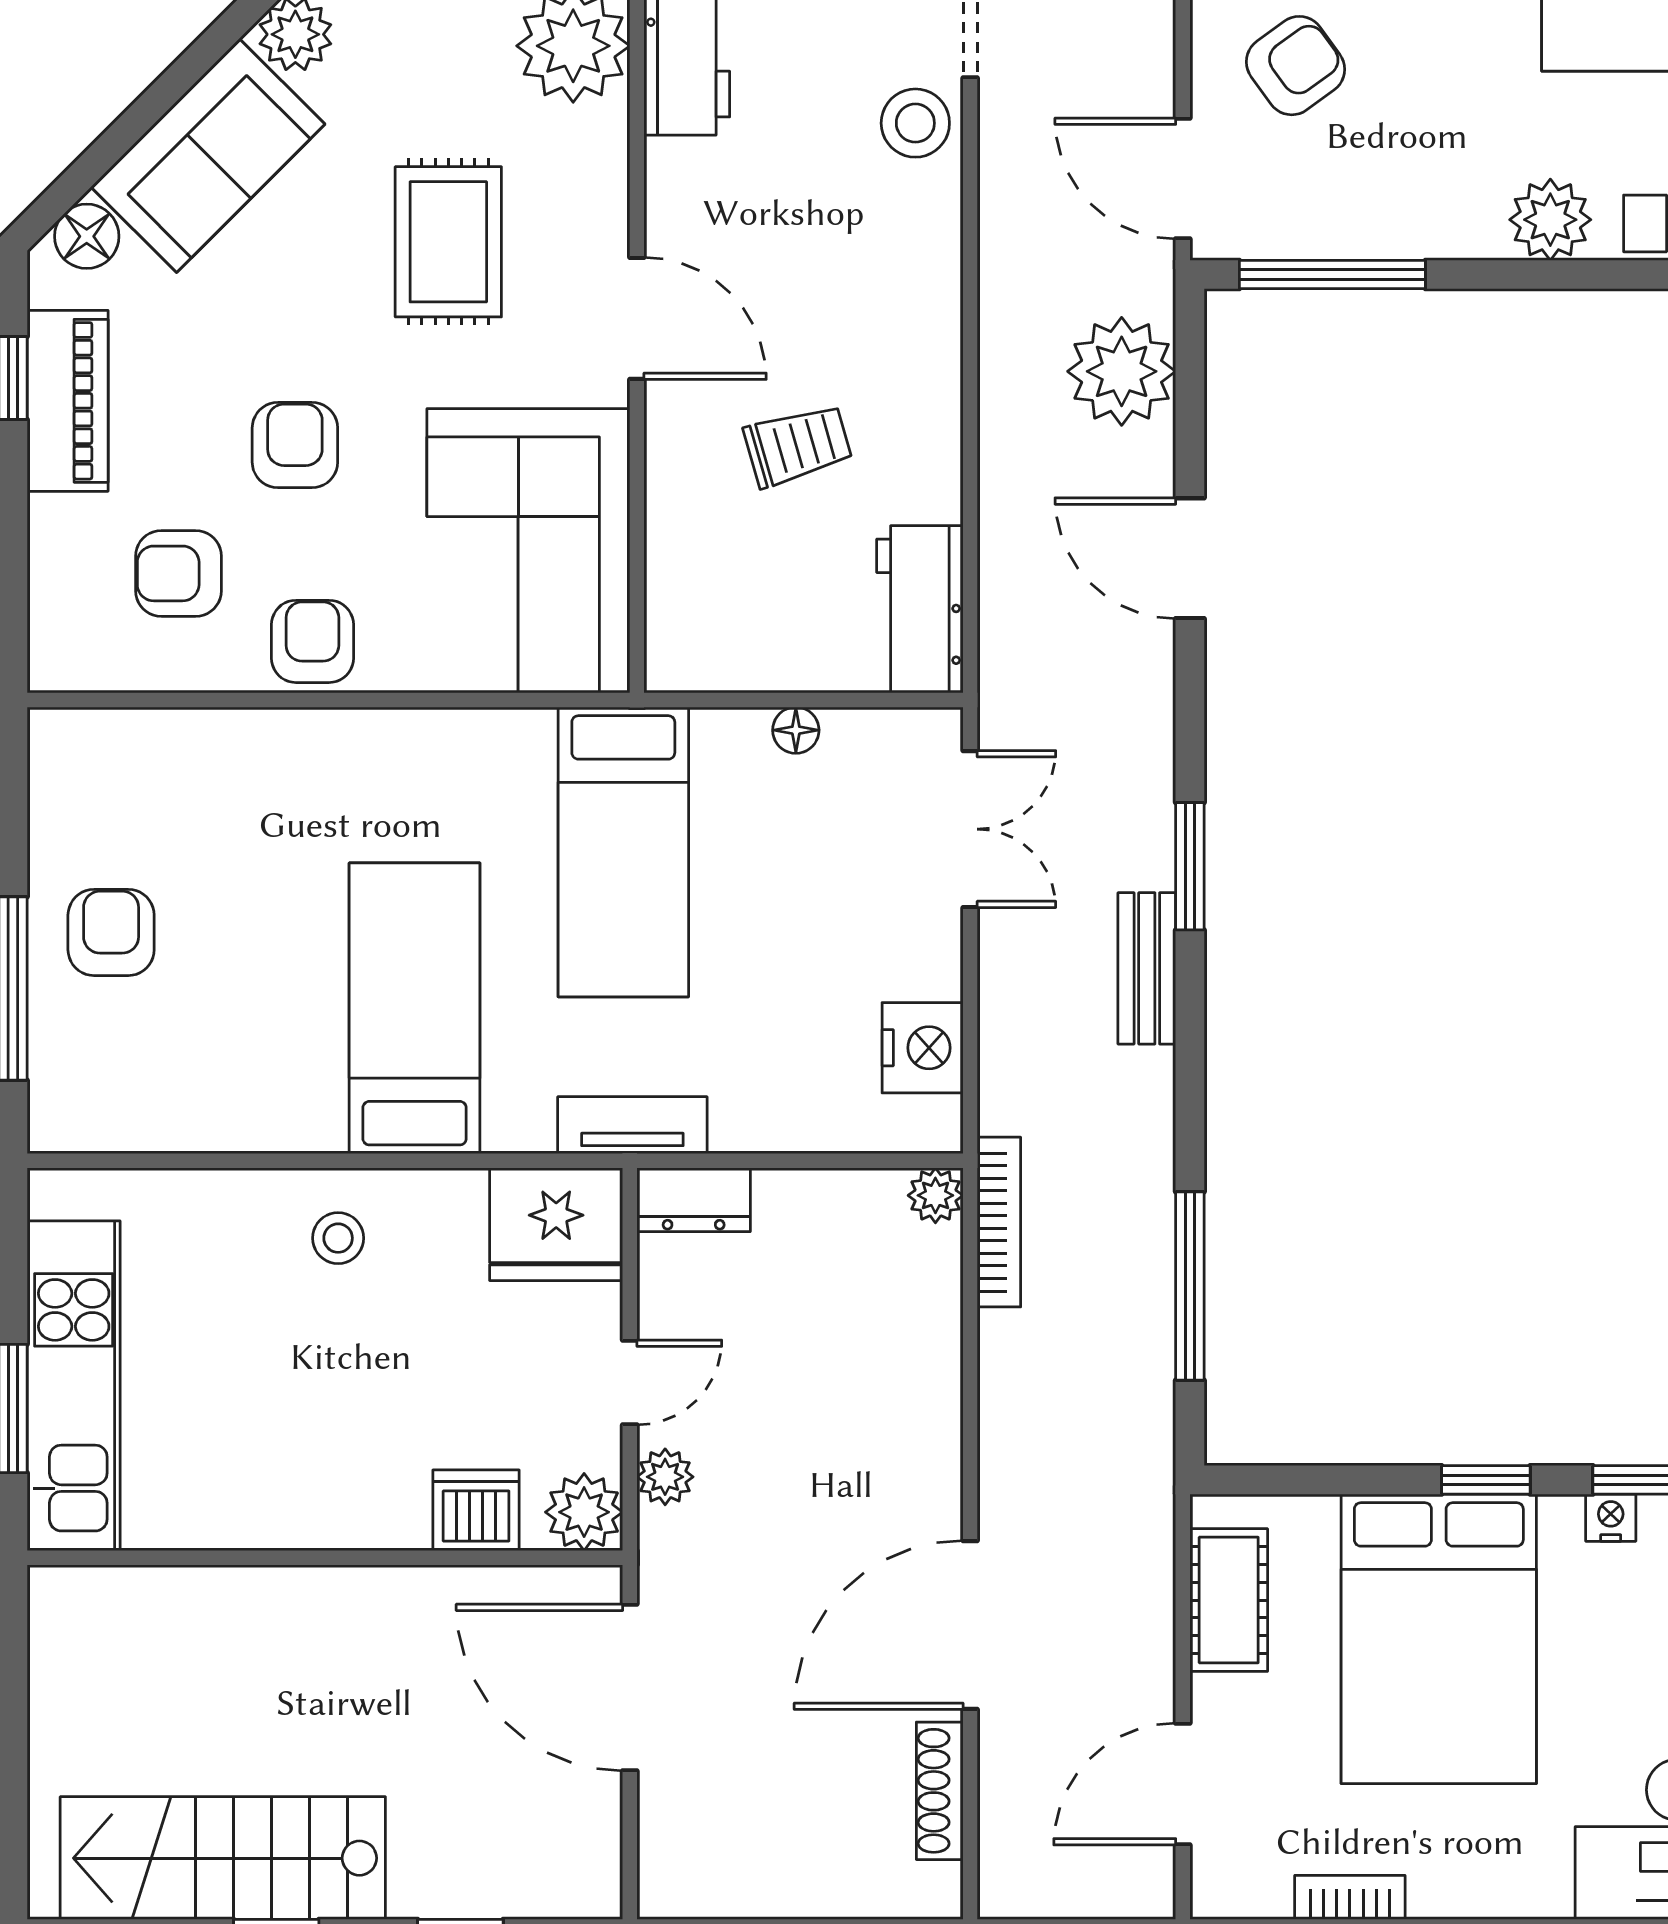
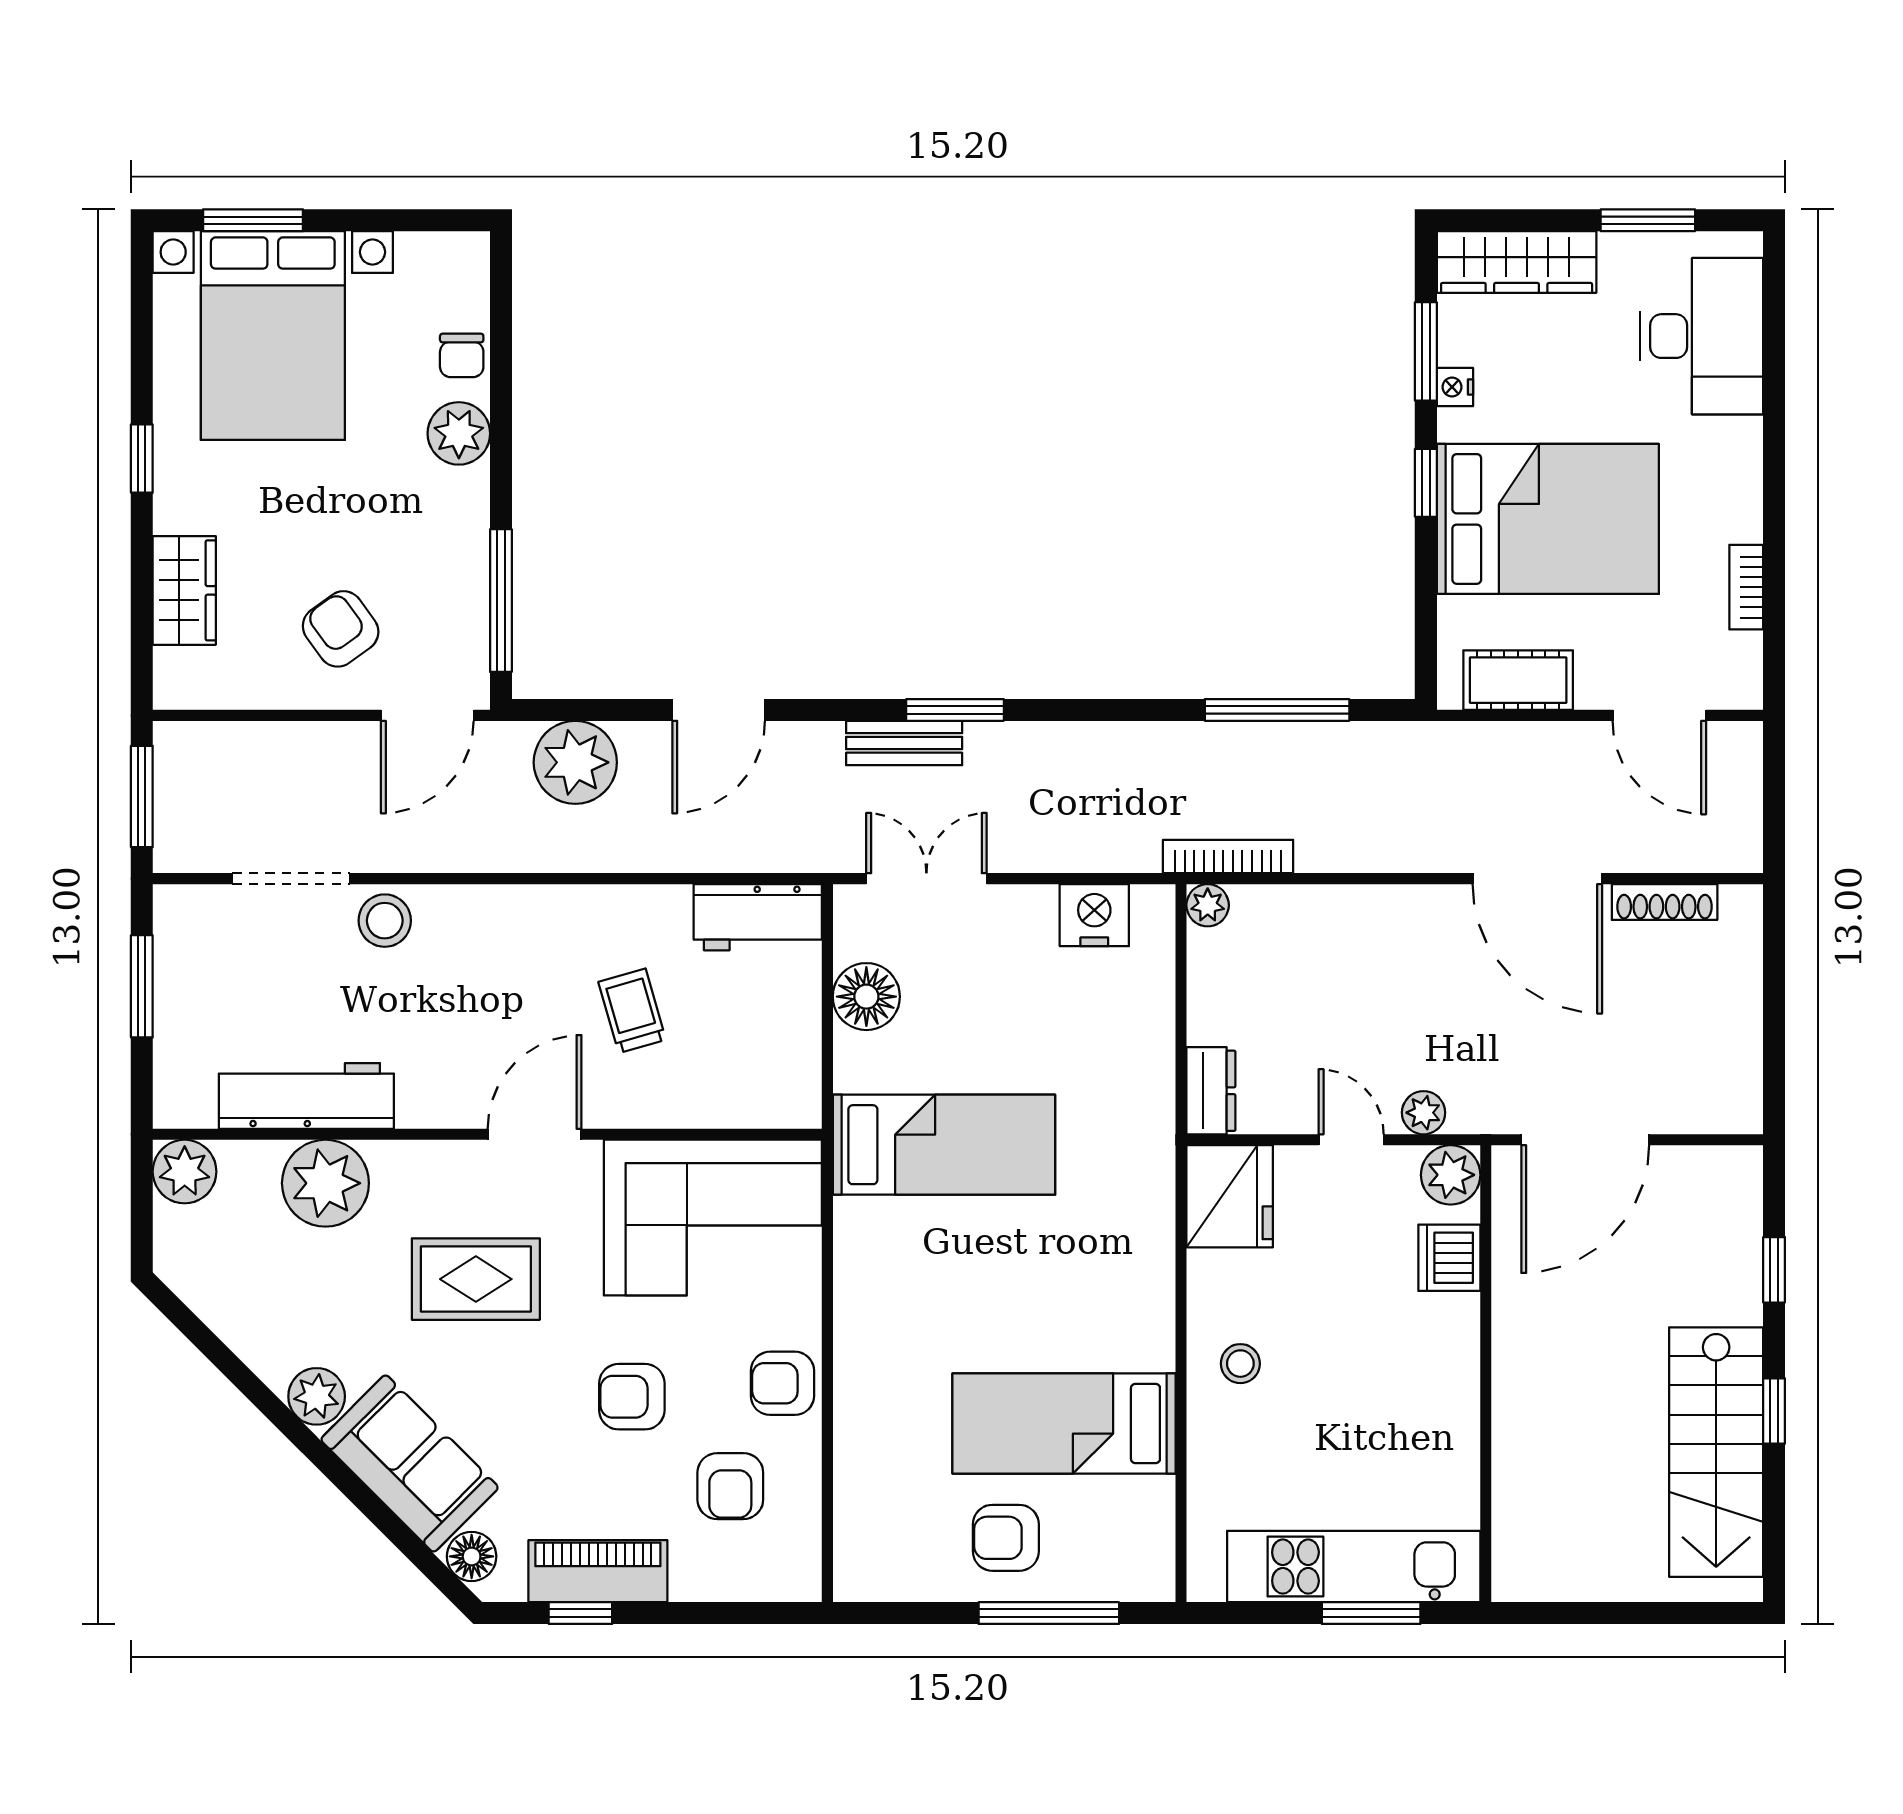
floor lamp: (796, 730) -> (866, 997), width x1.89, depth x1.89
bench: (1147, 968) -> (904, 743), moved
bed: (415, 1008) -> (1064, 1424), moved
tv unit: (632, 1125) -> (1154, 1138), removed

